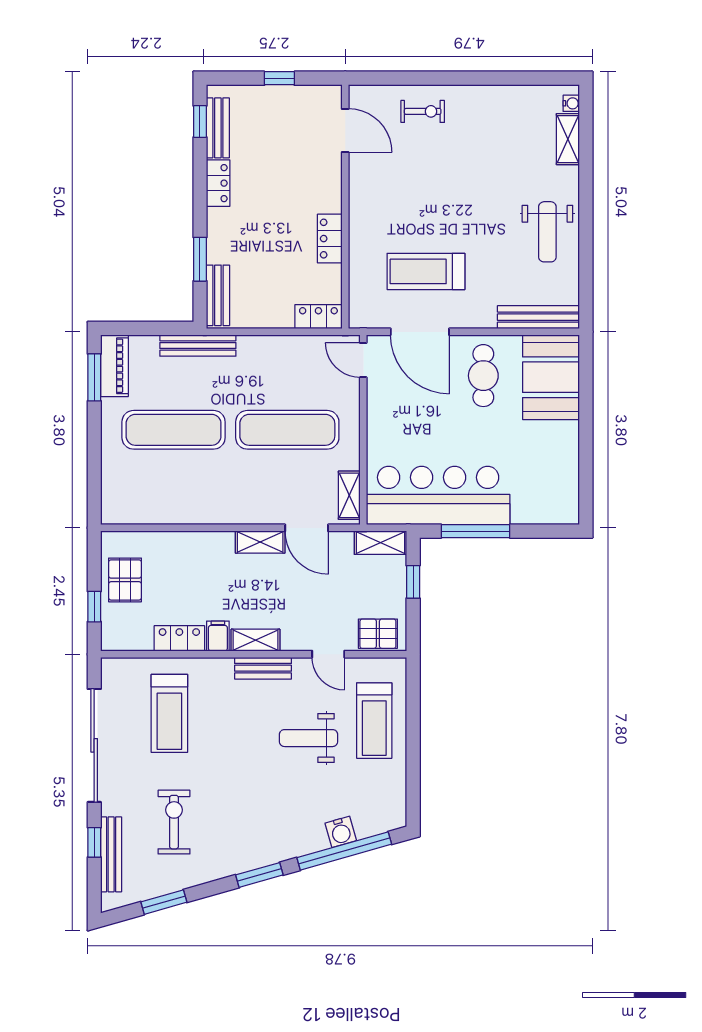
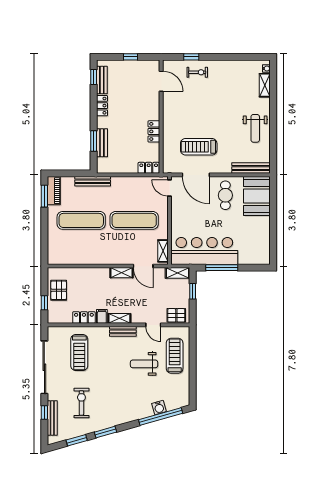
window: (410, 78) -> (191, 57), added
bench: (218, 295) -> (102, 143), moved
treadmill: (374, 721) -> (175, 356), turned 180
window: (259, 875) -> (106, 432), moved

